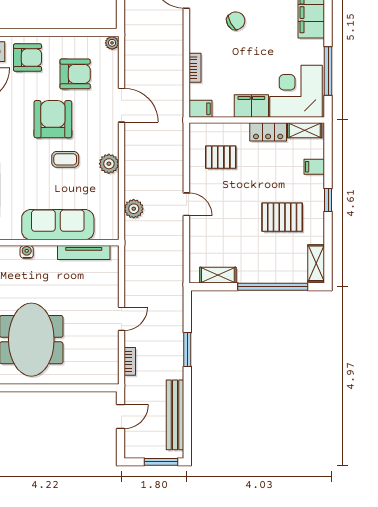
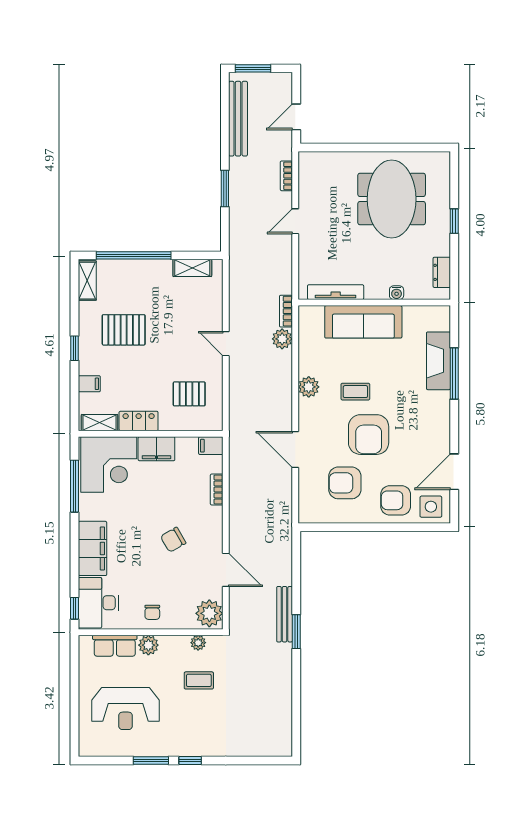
plant: (112, 43) -> (305, 516), removed
bookcase: (130, 235) -> (286, 311), added

